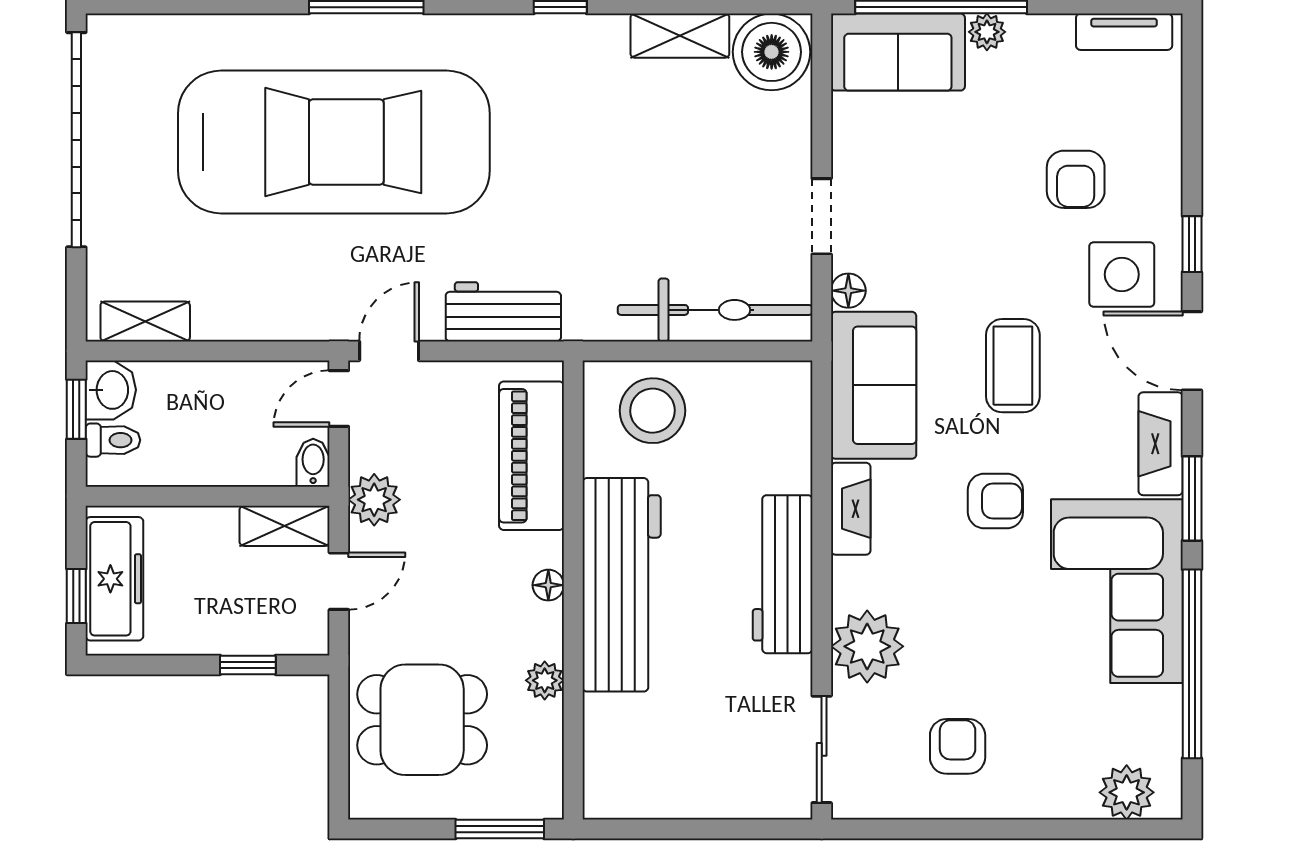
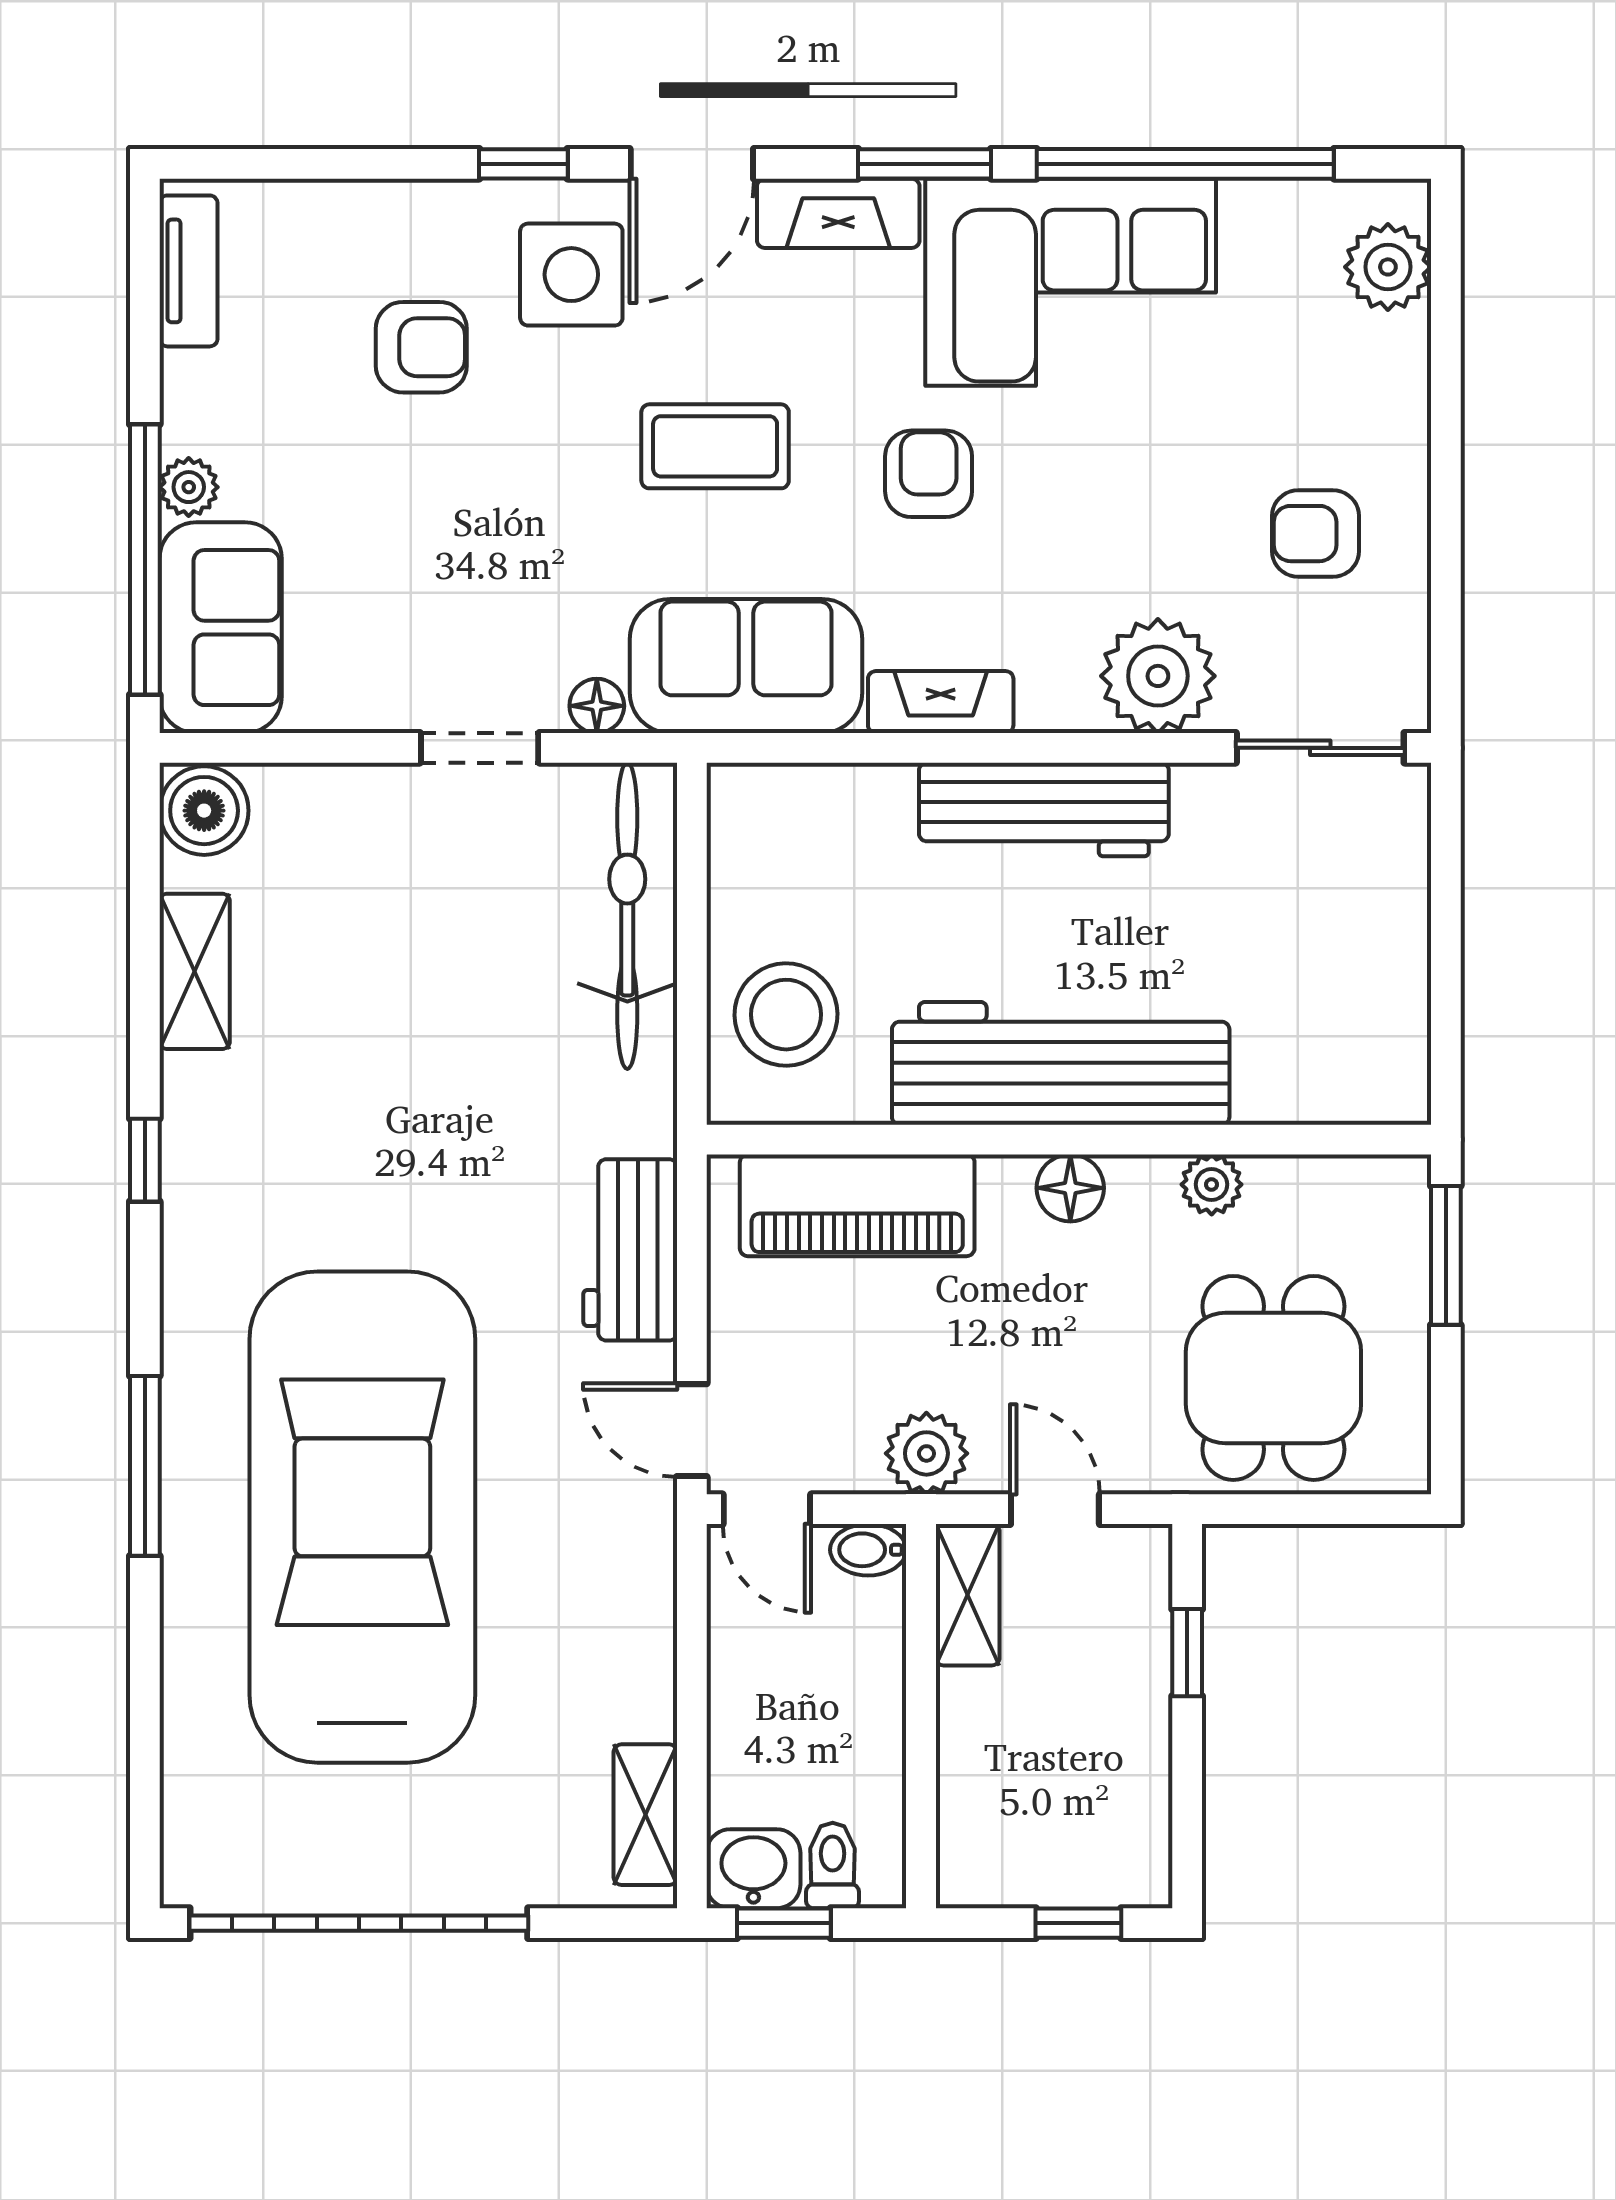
boiler: (772, 52) -> (204, 811), width x0.73, depth x0.73
freezer: (114, 579) -> (1051, 1863), removed
floor lamp: (548, 585) -> (1070, 1188), width x1.37, depth x1.37

